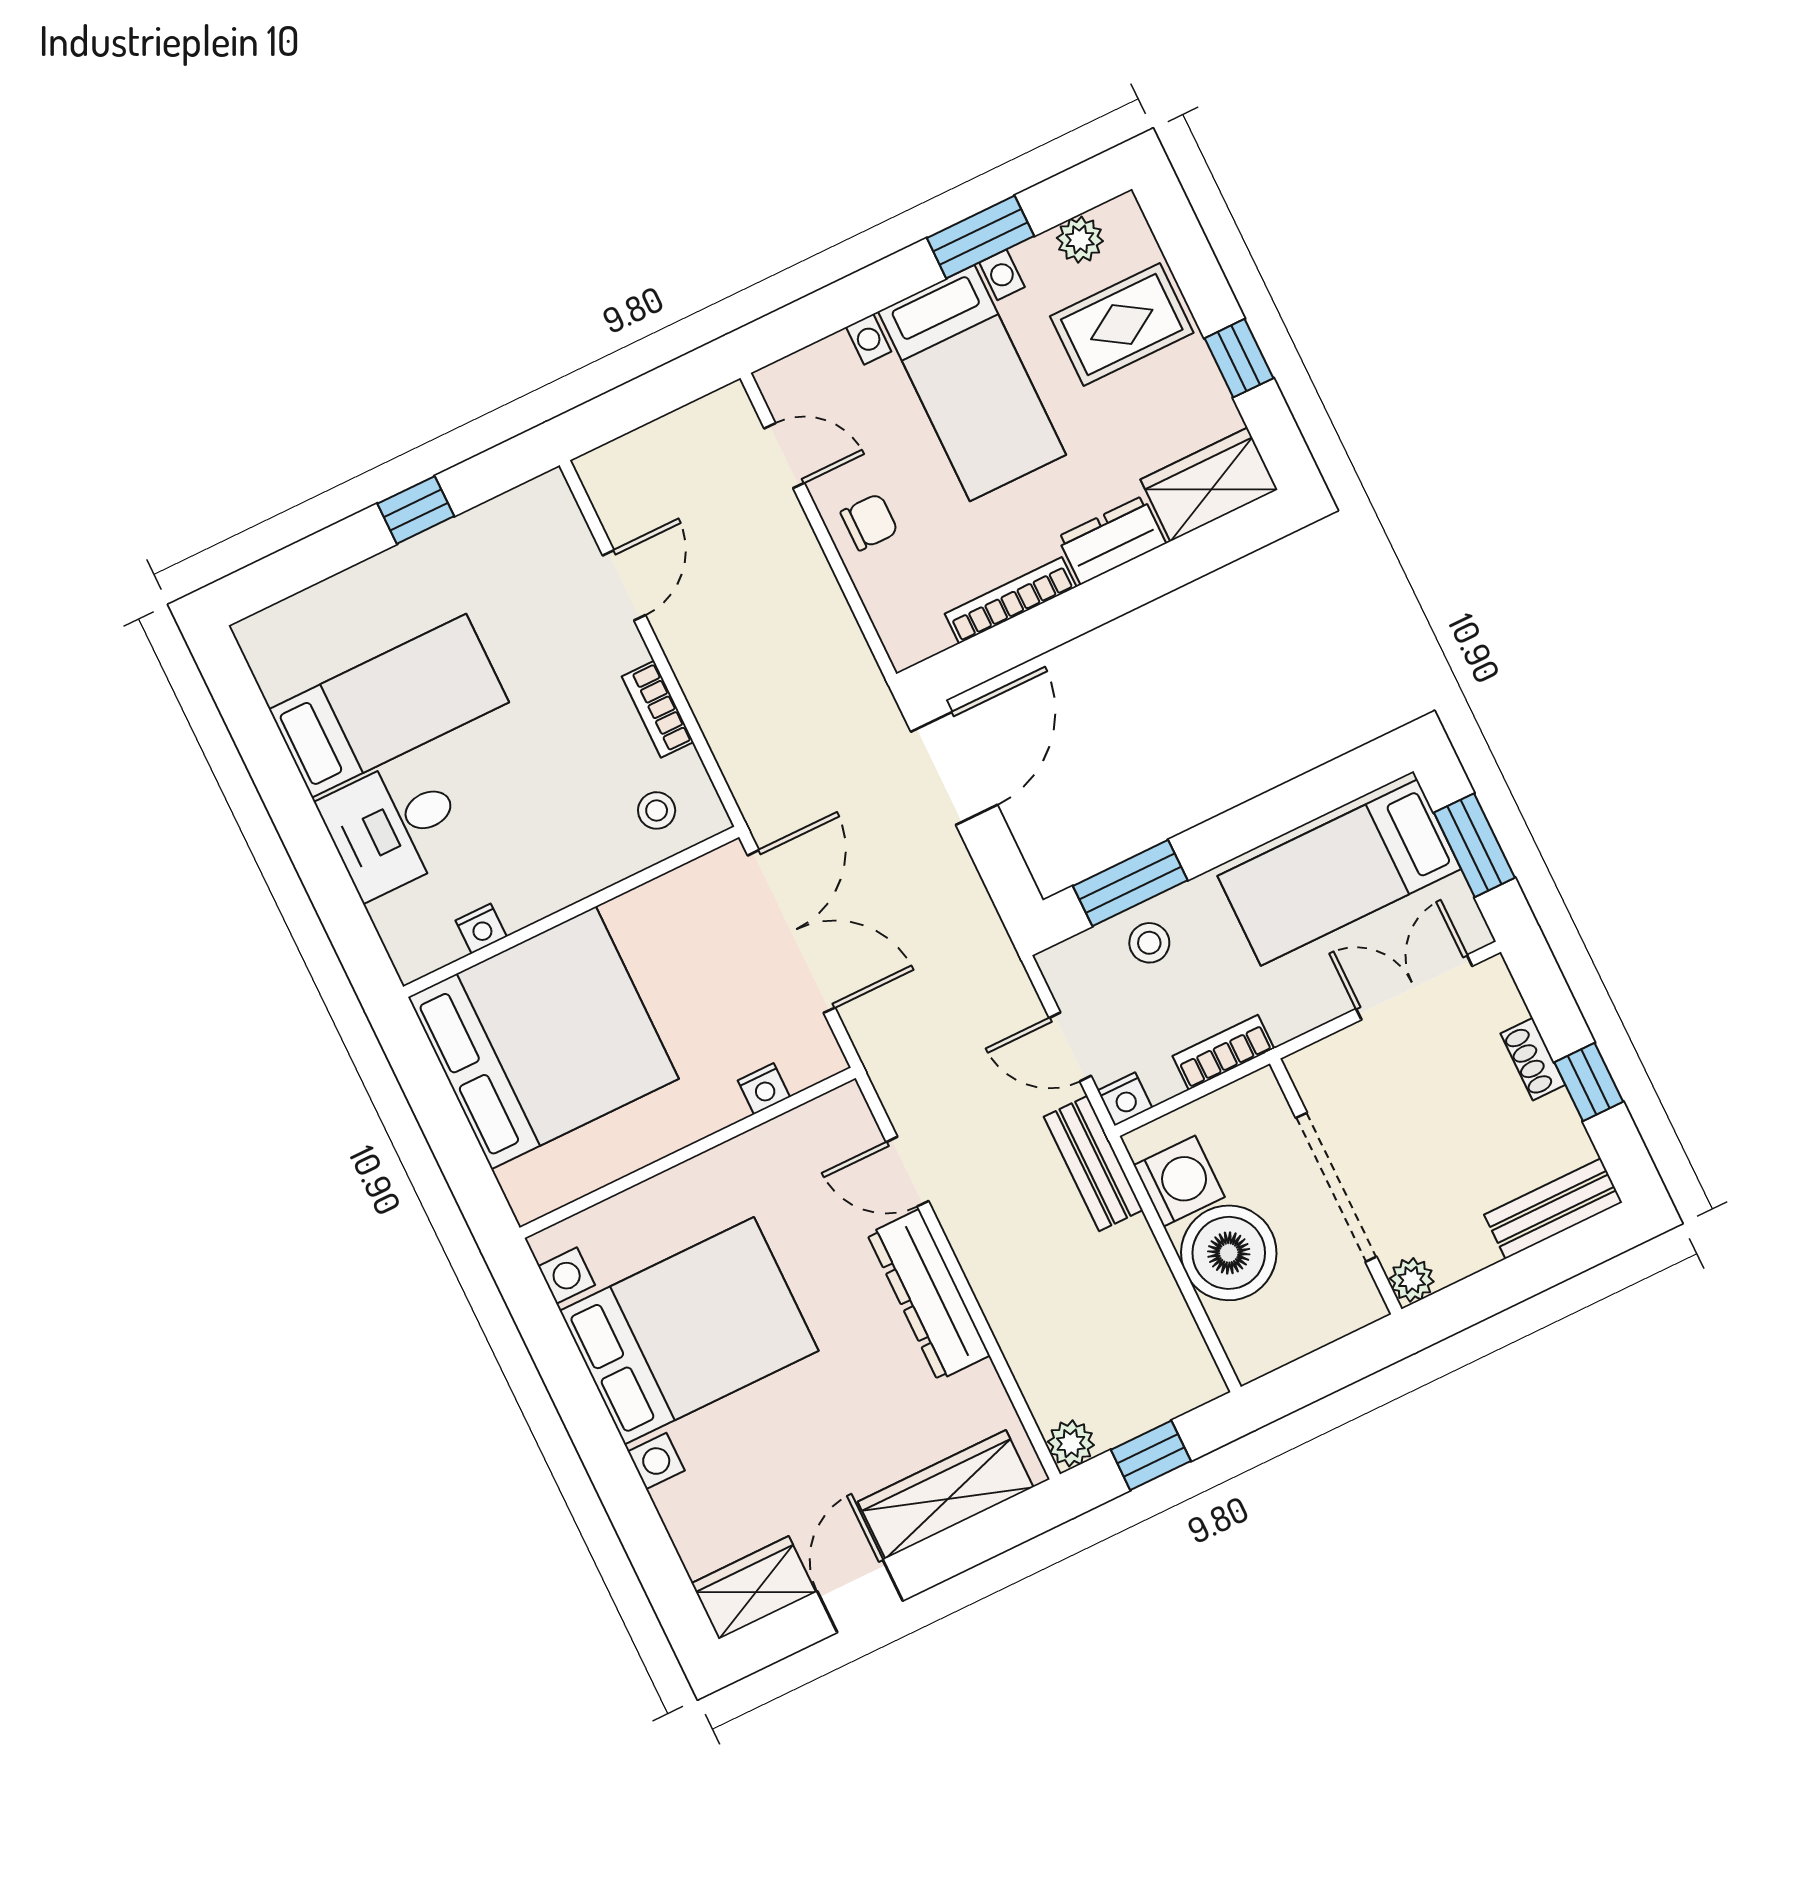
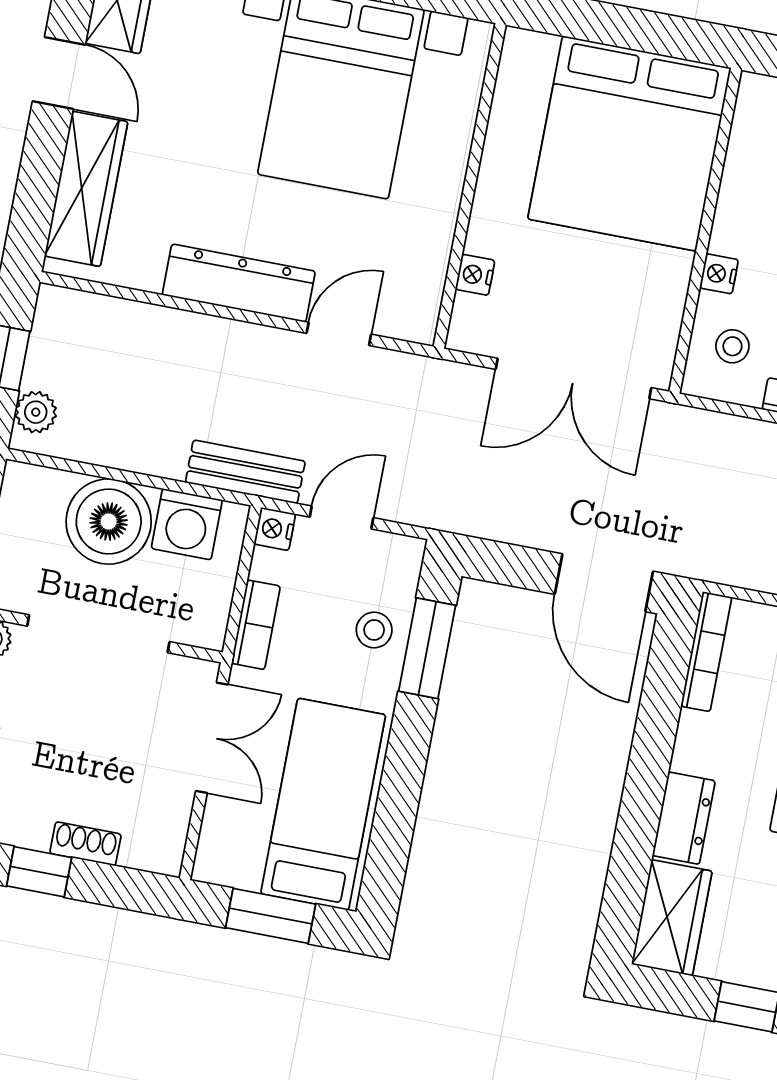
bookcase: (1011, 600) -> (706, 652), moved
nightstand: (481, 929) -> (719, 274), moved
double door: (1414, 987) -> (212, 738), moved
plant: (1071, 1443) -> (36, 412), moved

